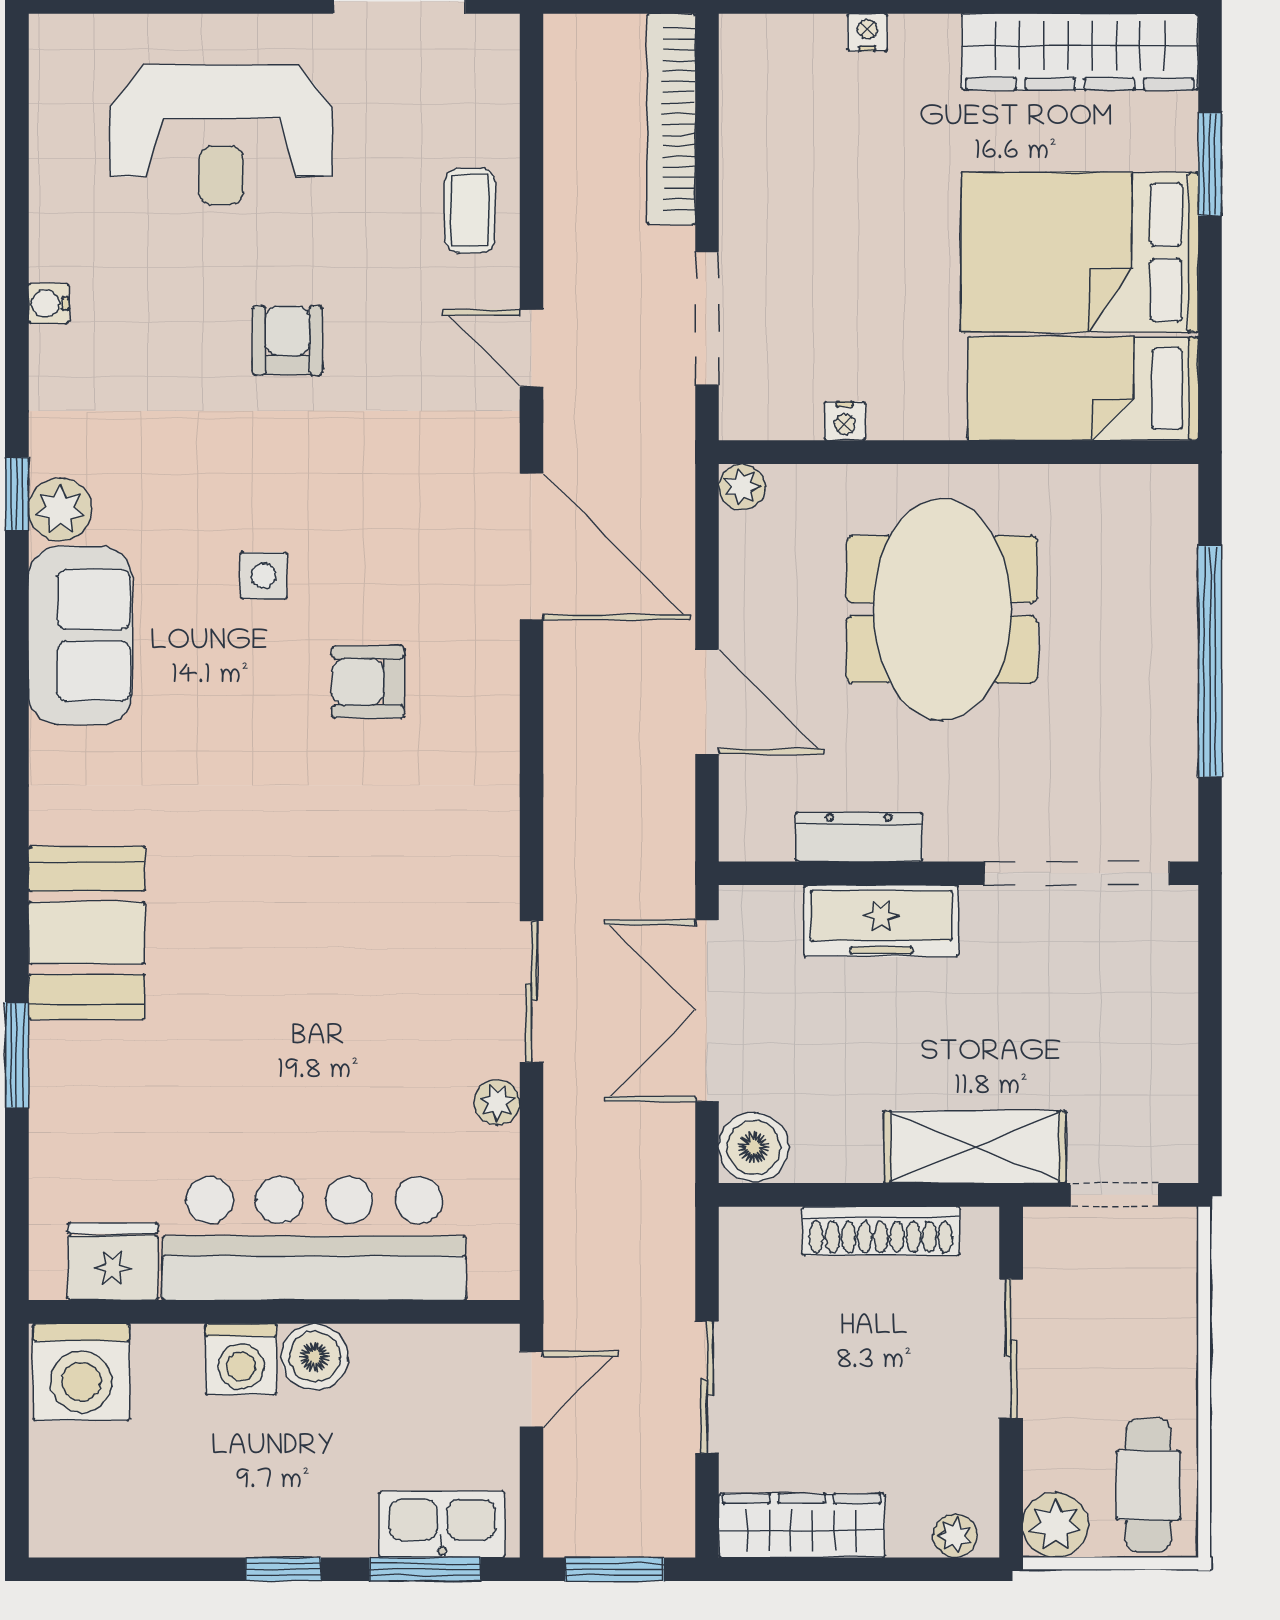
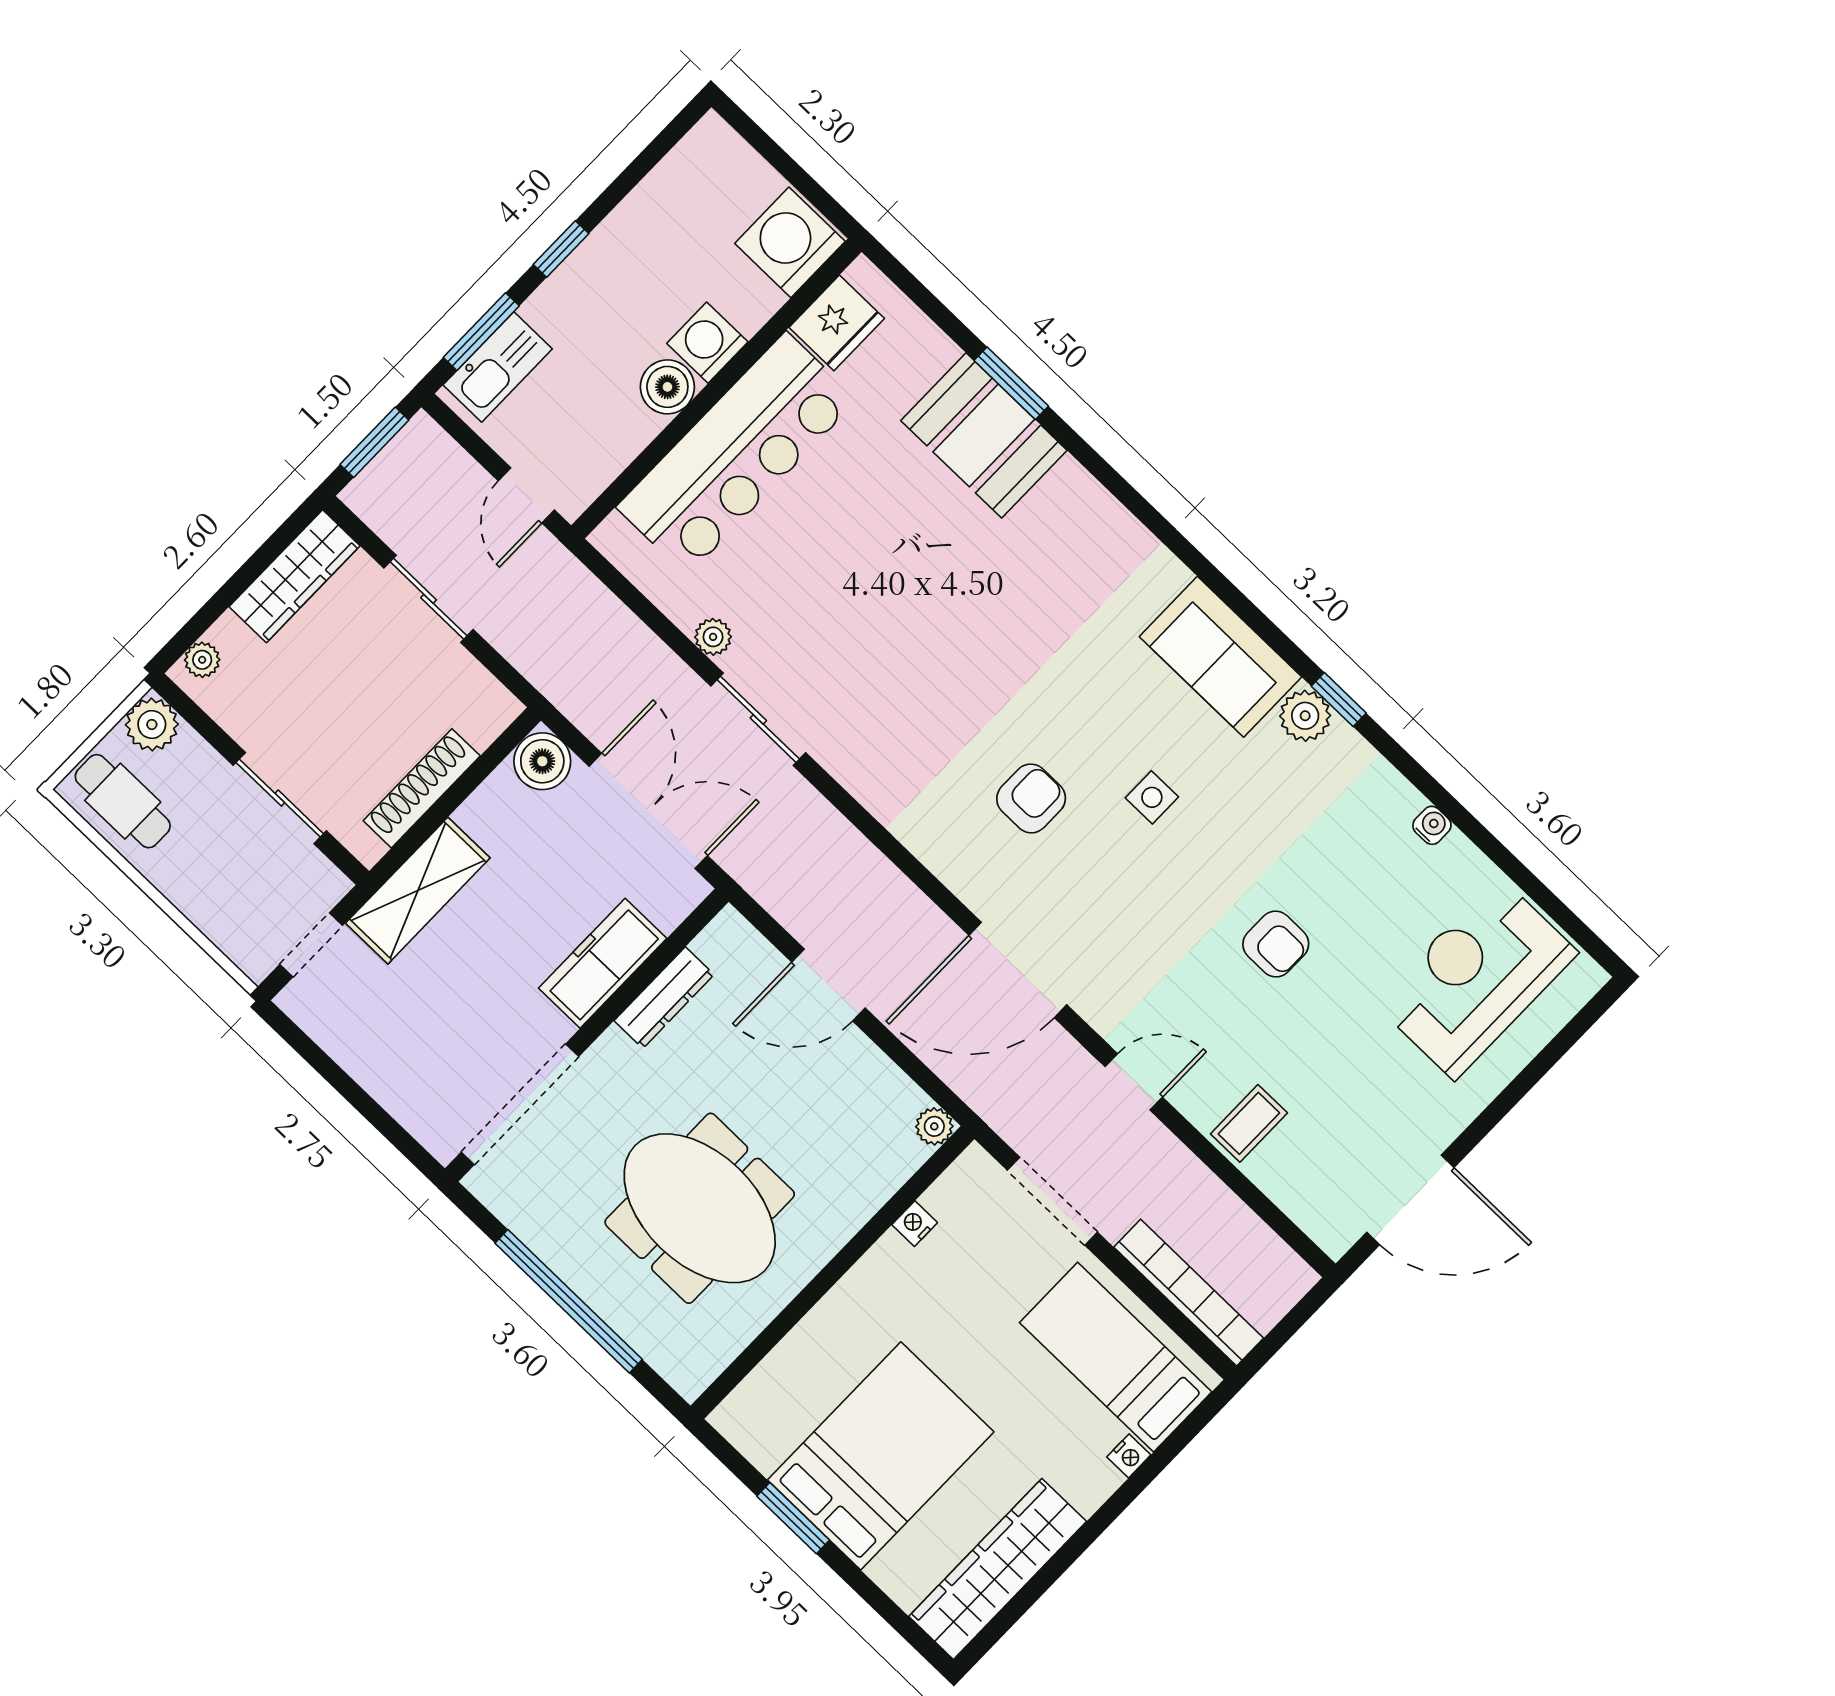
reception desk: (221, 135) -> (1476, 978), moved
window: (1210, 164) -> (793, 1518), moved
coffee table: (470, 211) -> (1249, 1123), turned 90
bed: (1083, 389) -> (1116, 1357), moved, turned -90
meeting table: (942, 609) -> (700, 1208), moved
booth: (87, 933) -> (984, 435), moved

